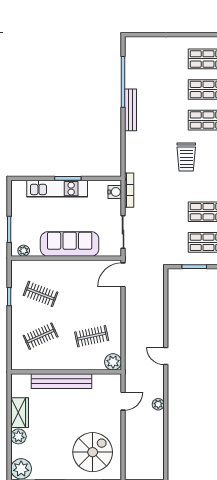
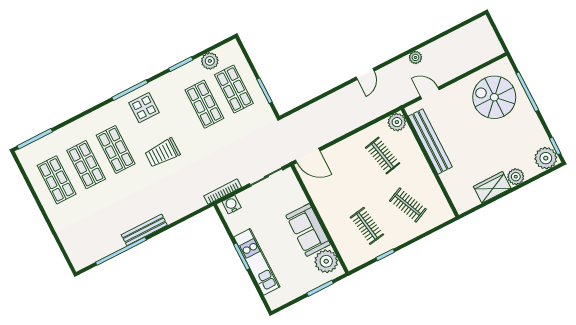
trolley: (186, 157) -> (162, 153), turned 180
sofa: (70, 244) -> (308, 230), width x0.73
plant: (24, 251) -> (326, 261), width x1.87, depth x1.87
clothes rail: (41, 294) -> (367, 226), turned -30
bench: (62, 381) -> (430, 142), moved

